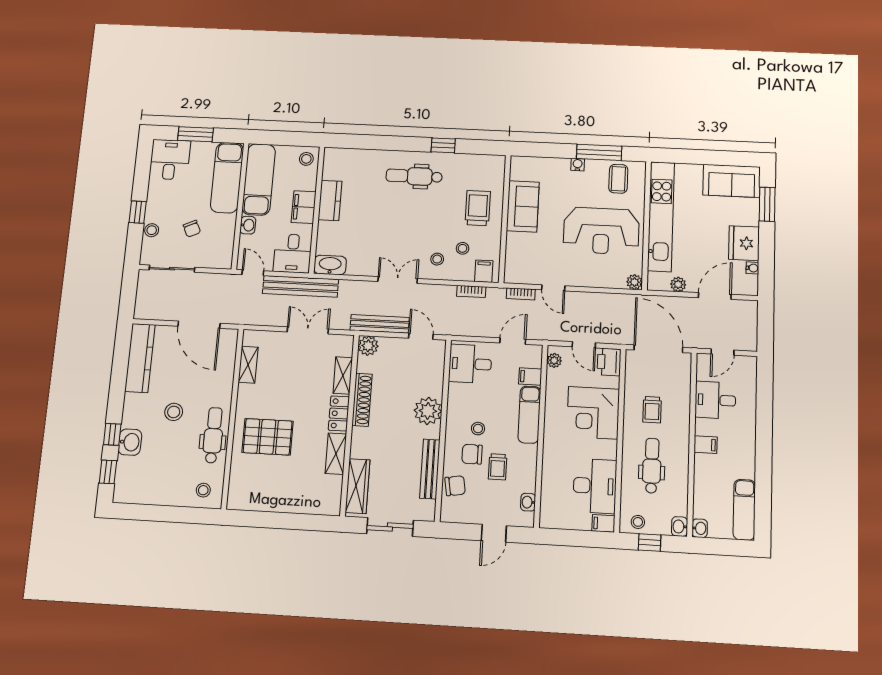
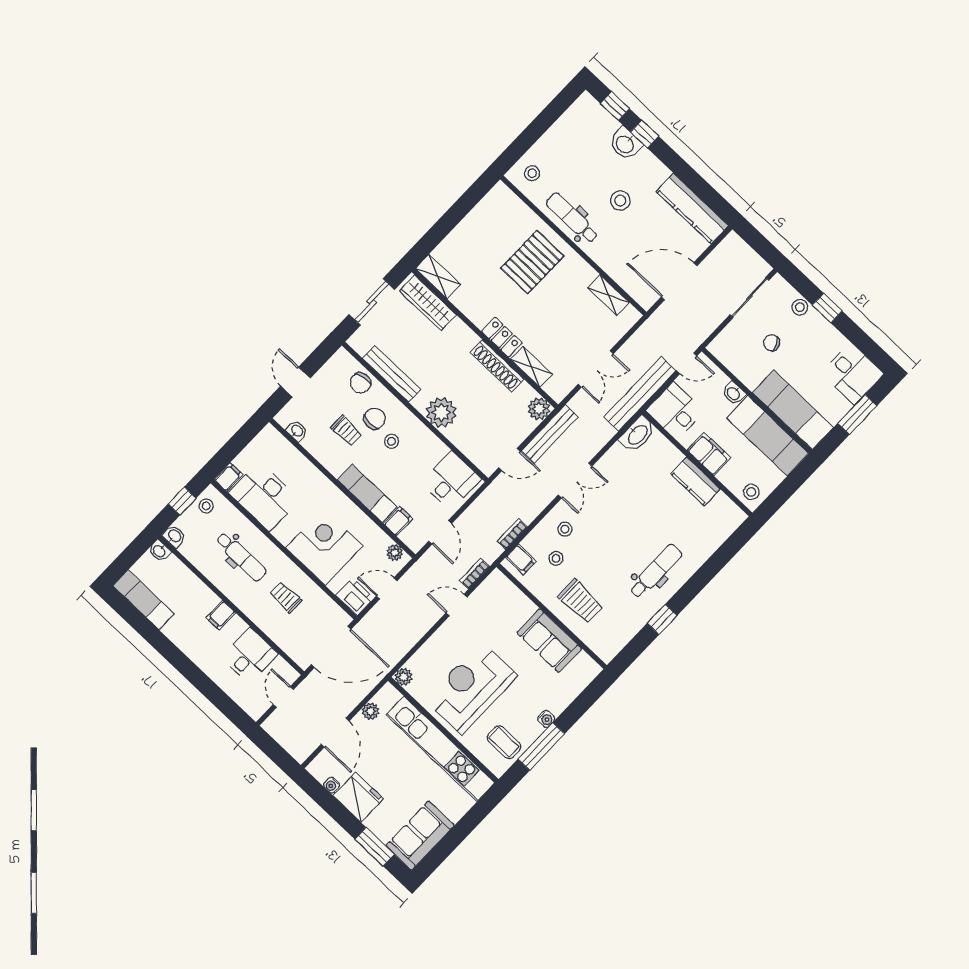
dental chair: (213, 435) -> (572, 218), turned 180
shelving: (336, 454) -> (438, 277), moved
trolley: (498, 467) -> (346, 431), turned 180

